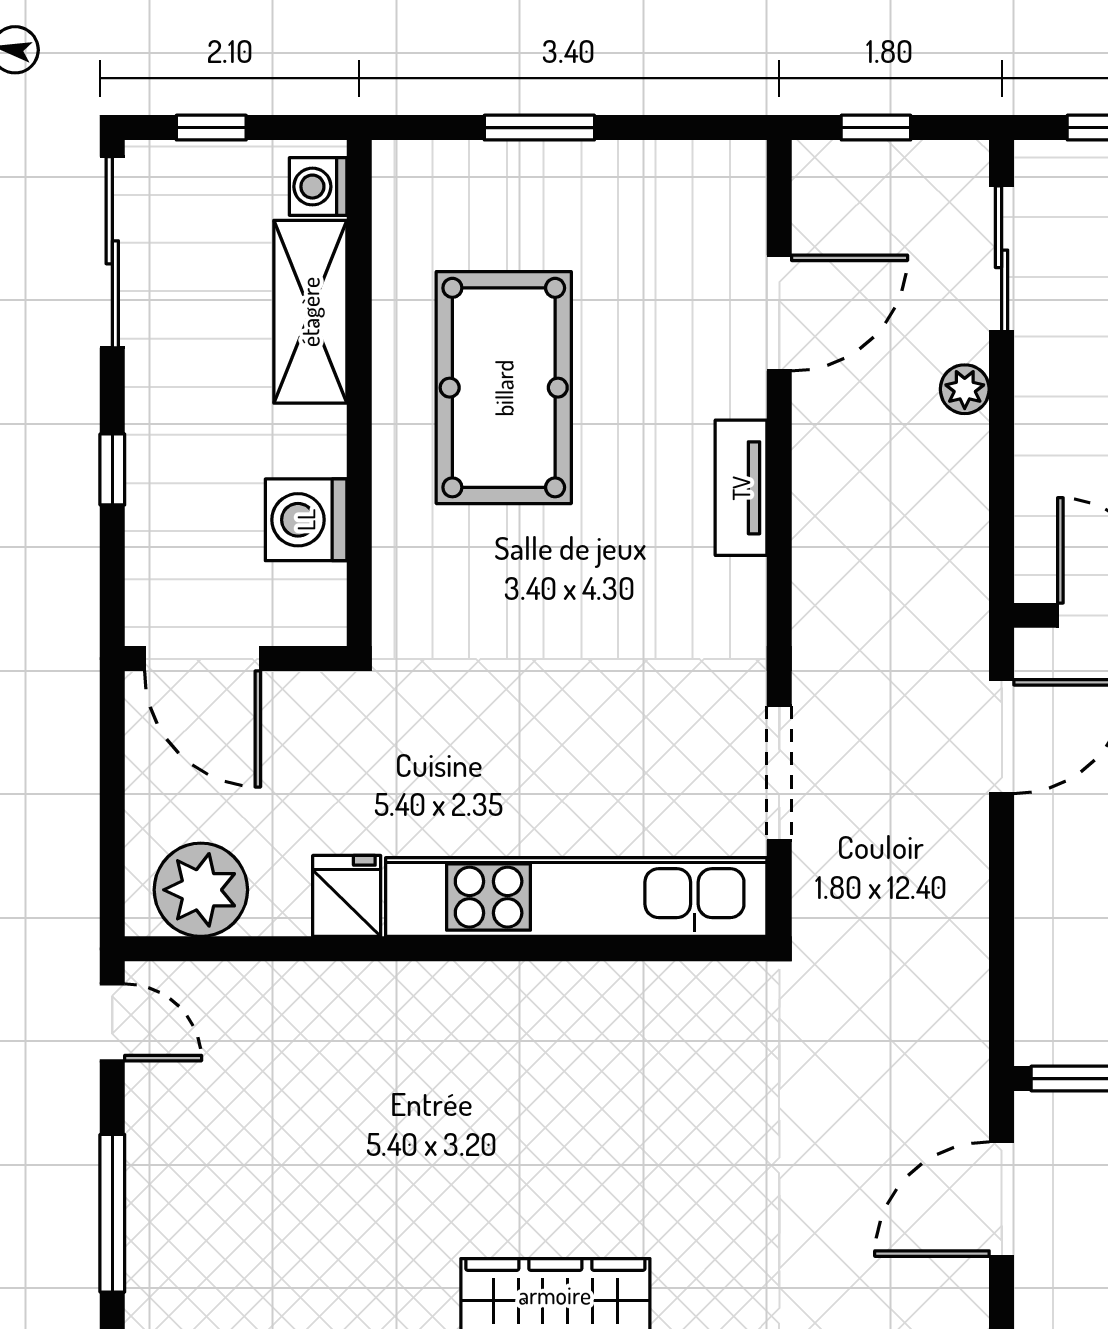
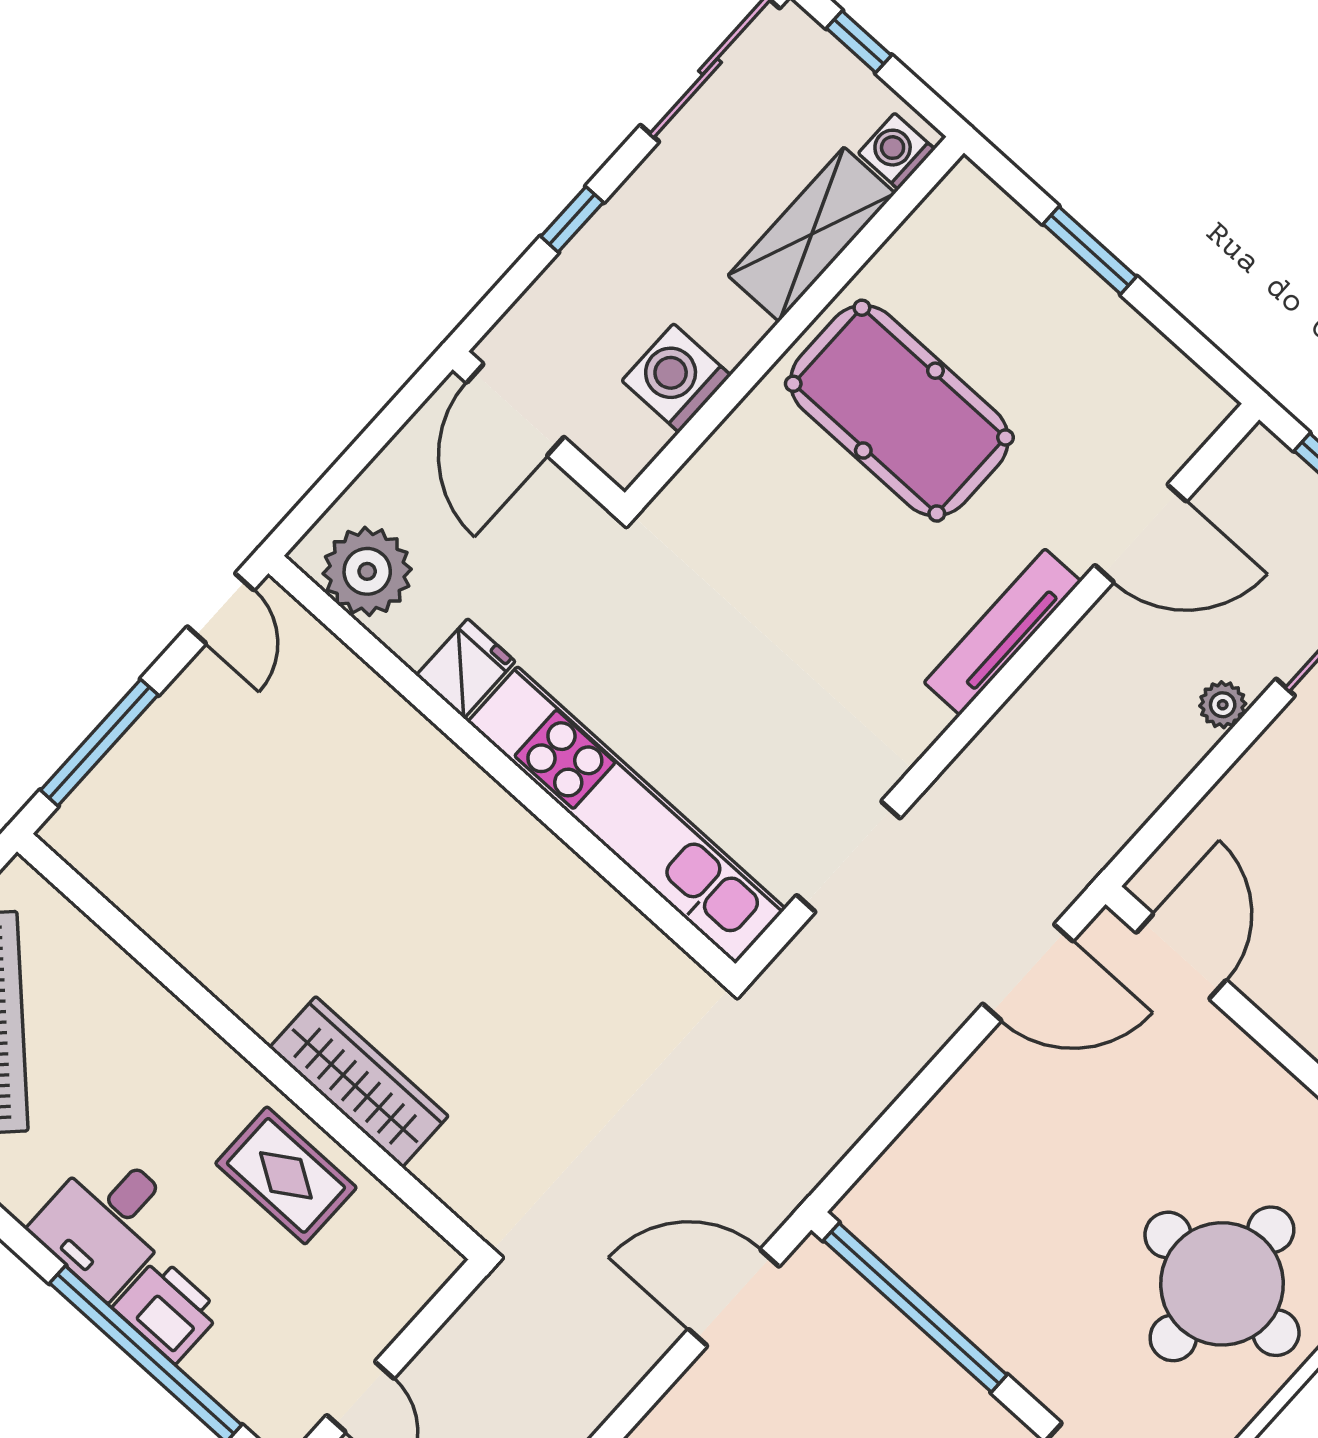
pool table: (504, 388) -> (899, 411), turned 90
tv unit: (741, 488) -> (1003, 632), width x1.41

